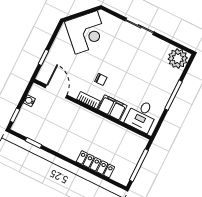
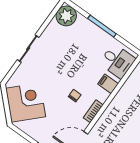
filing cabinet: (112, 108) -> (108, 84), width x0.50

